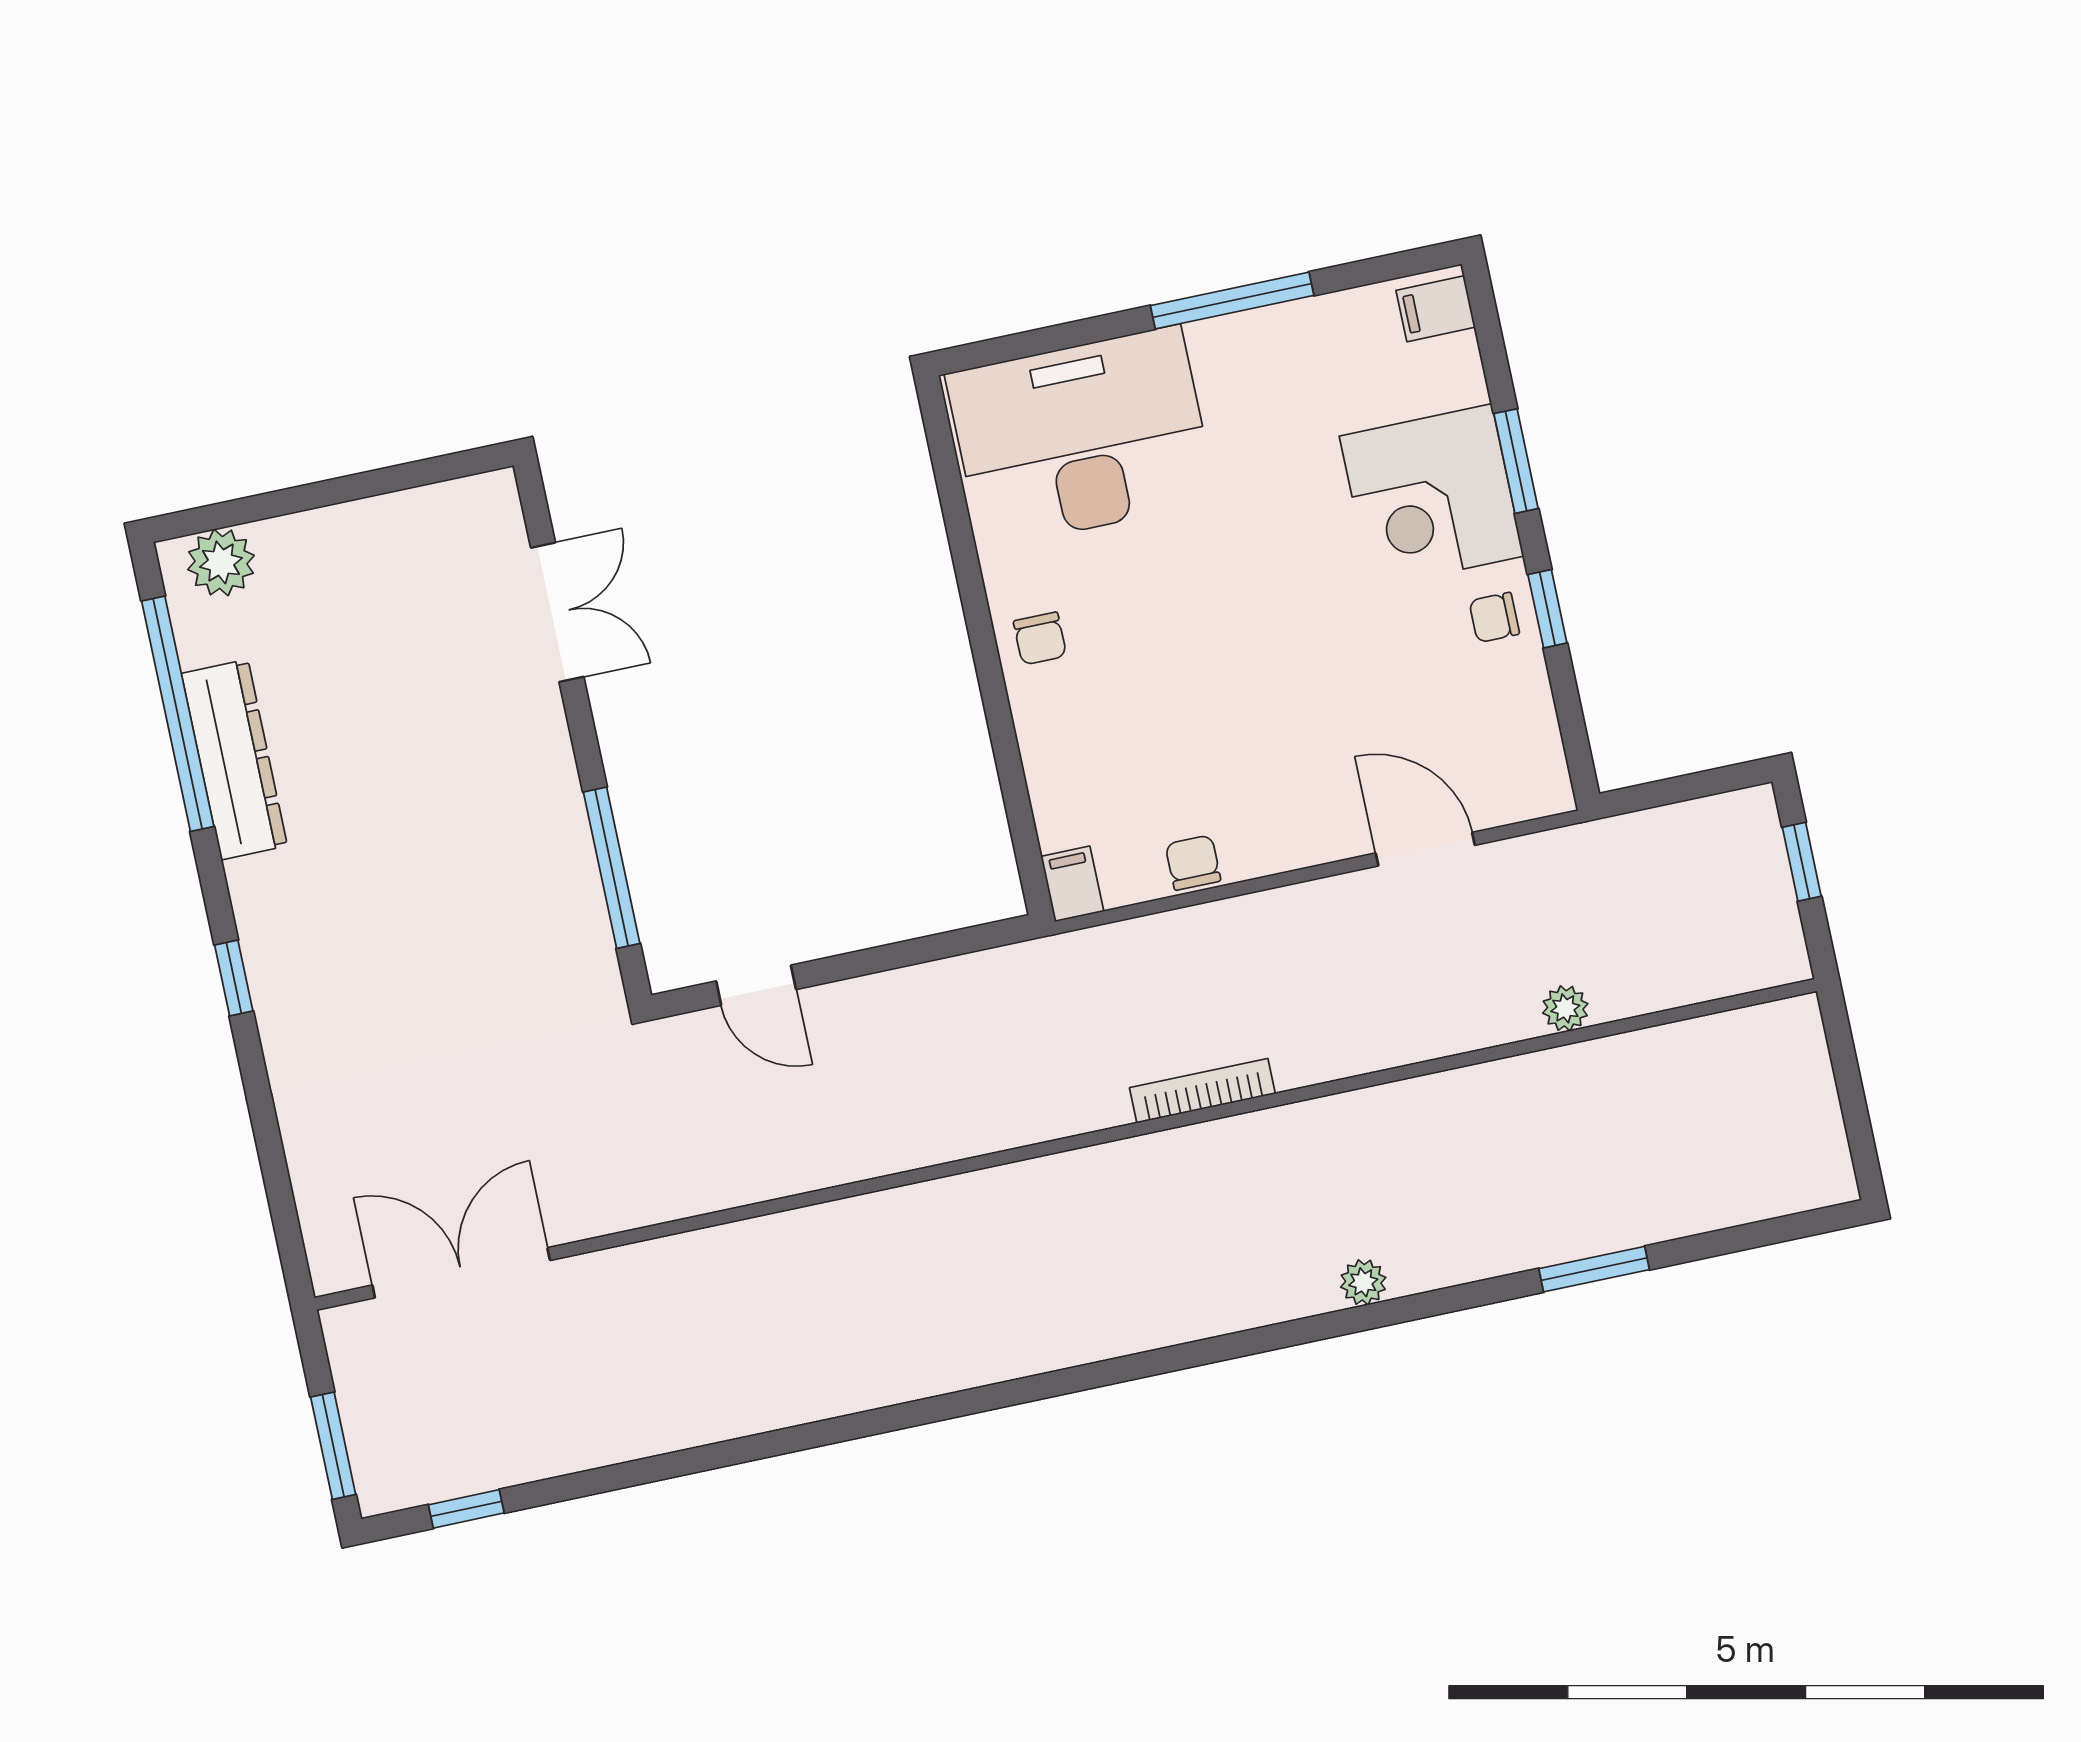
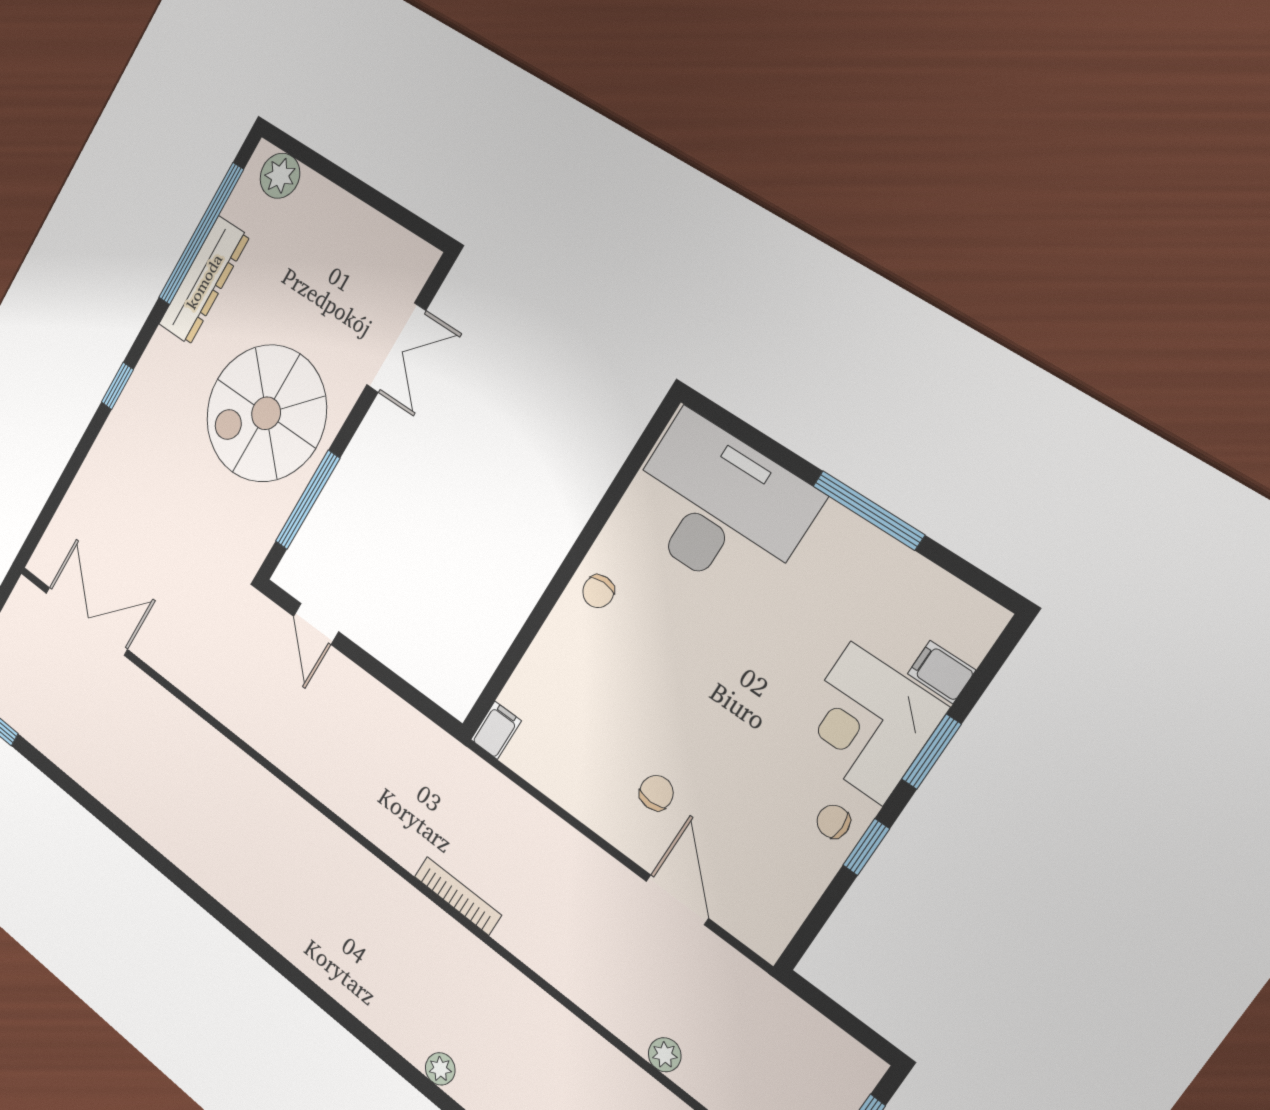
filing cabinet: (1436, 309) -> (941, 672), moved
spiral stairs: (464, 827) -> (266, 413), added
chair: (1193, 863) -> (656, 793), moved

